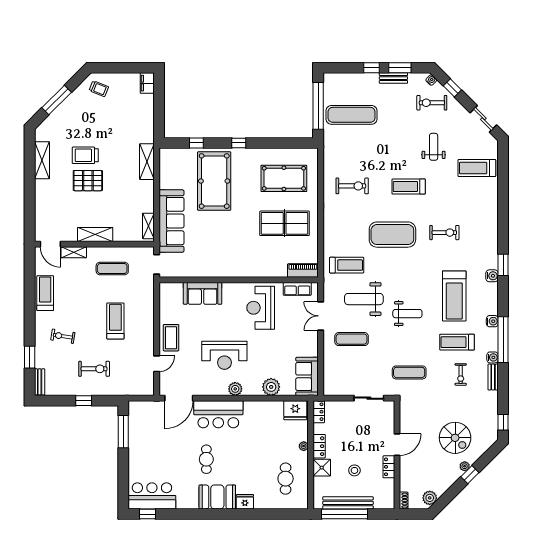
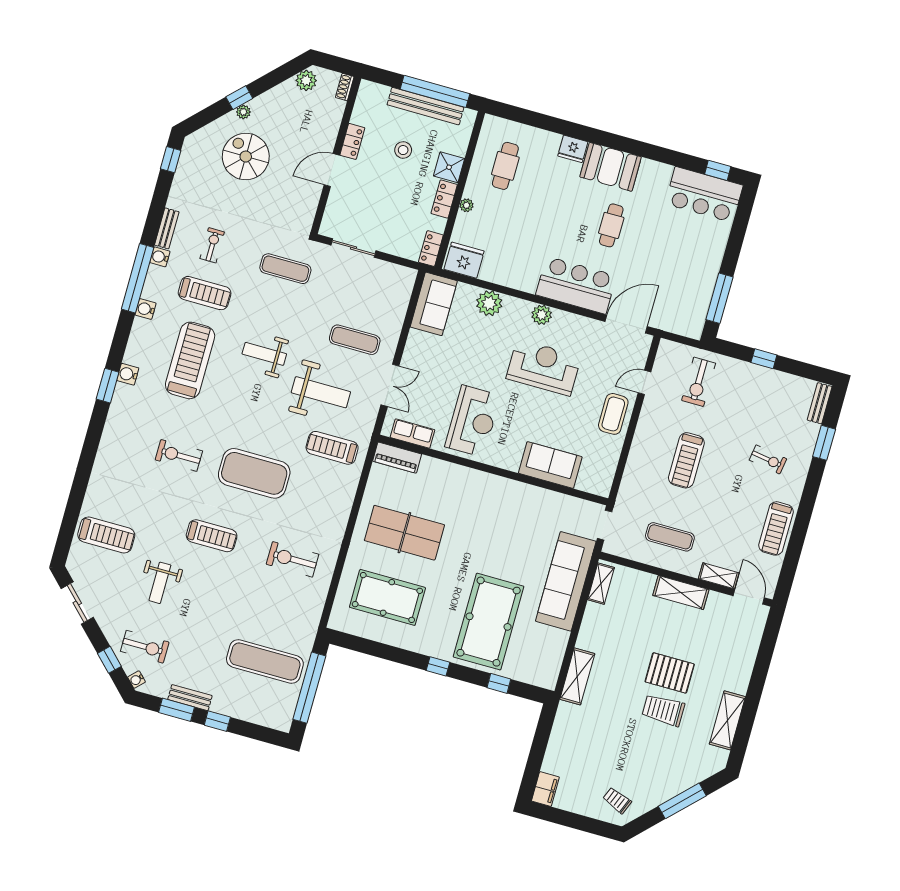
trolley: (85, 155) -> (663, 710), turned 180
exercise bike: (94, 369) -> (699, 382), moved, turned -90

